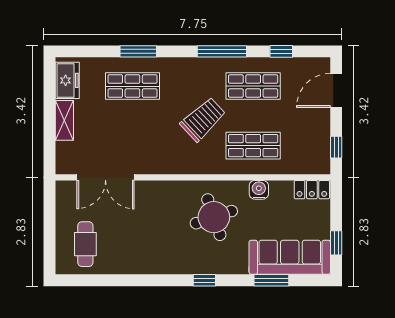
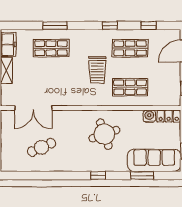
window: (222, 51) -> (110, 25), width x0.46
trolley: (203, 119) -> (97, 70), turned 133
water cooler: (259, 190) -> (149, 116), moved
cafe table: (85, 244) -> (42, 147), moved, turned 66

